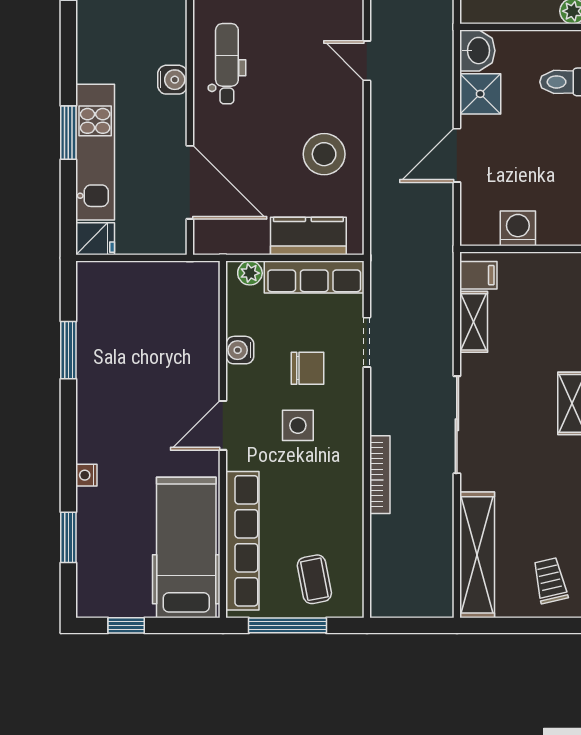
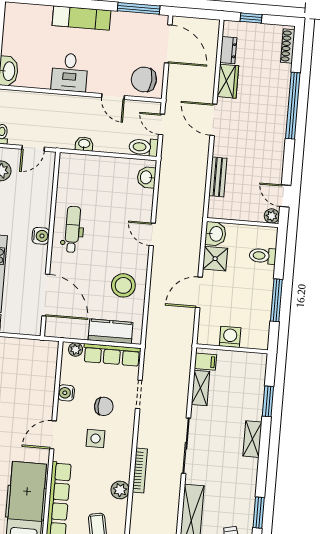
plant: (348, 512) -> (120, 490), added

